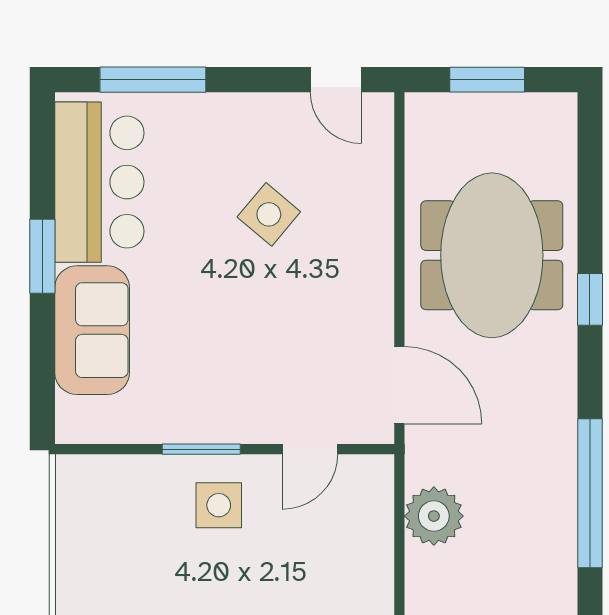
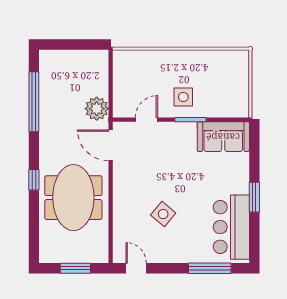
sofa: (92, 330) -> (223, 137), moved, turned -90
plant: (434, 516) -> (97, 109), moved

